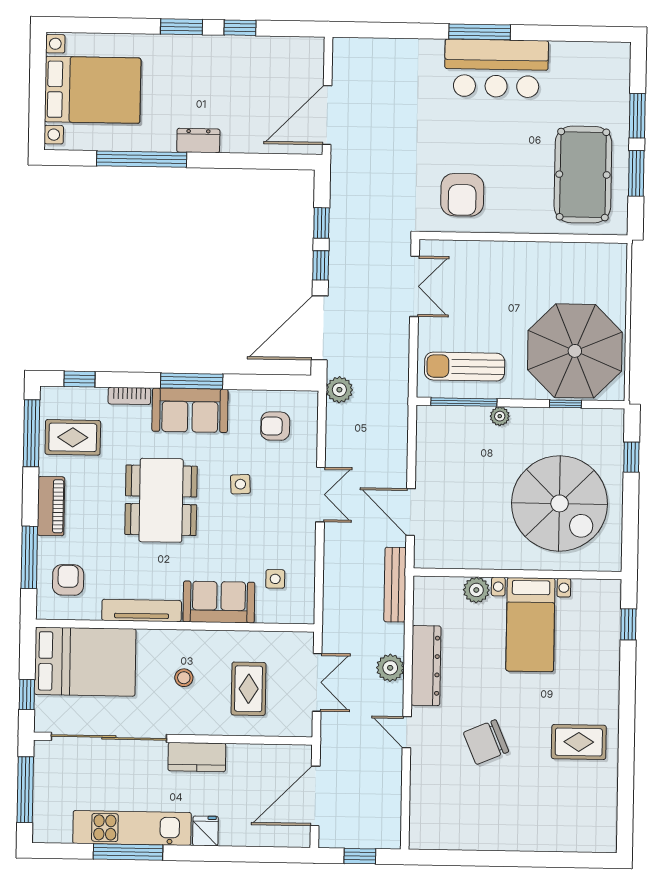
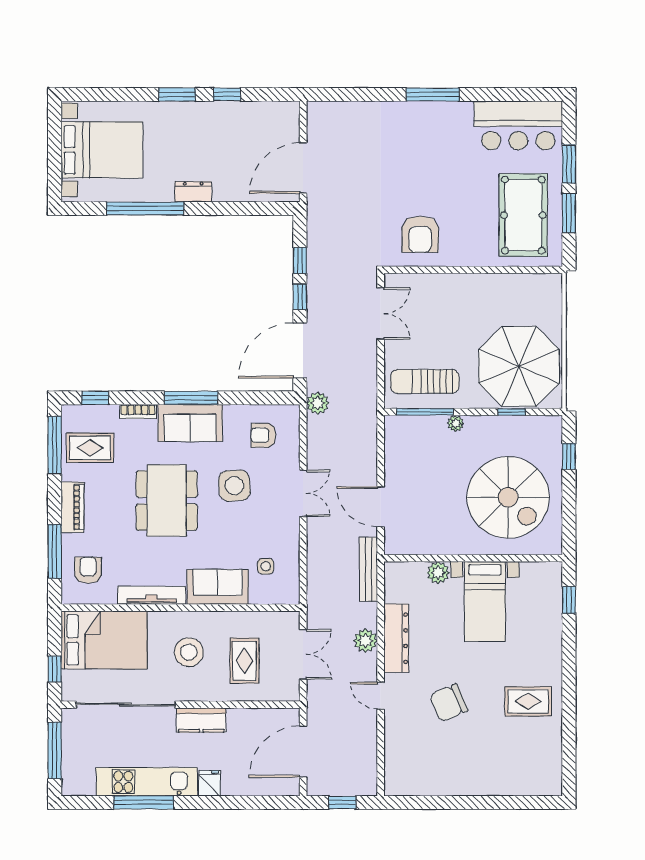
bar counter: (496, 68) -> (518, 125), moved
side table: (240, 484) -> (234, 486), width x1.87, depth x1.87
stool: (184, 678) -> (189, 652), width x1.89, depth x1.89

